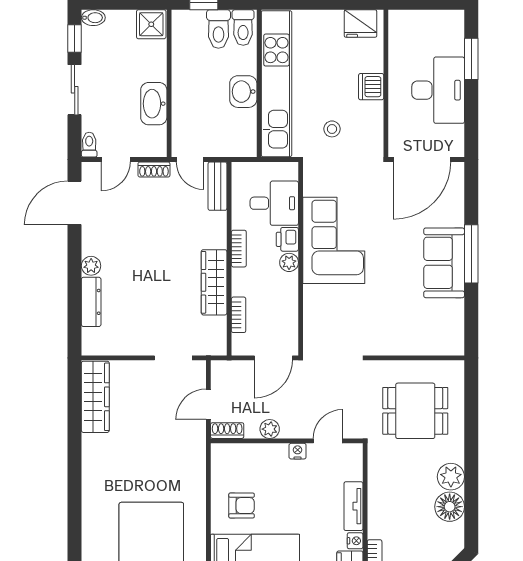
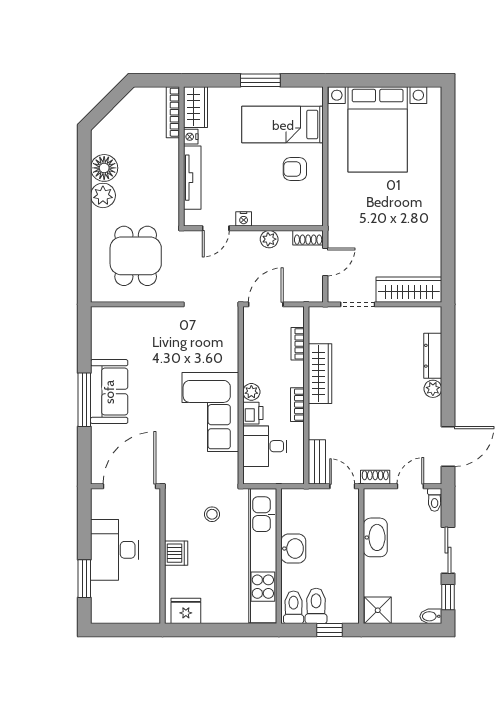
wardrobe: (95, 397) -> (409, 290), moved, turned 90
dining table: (415, 411) -> (136, 256), turned 90
tv unit: (353, 506) -> (192, 178), width x1.41

